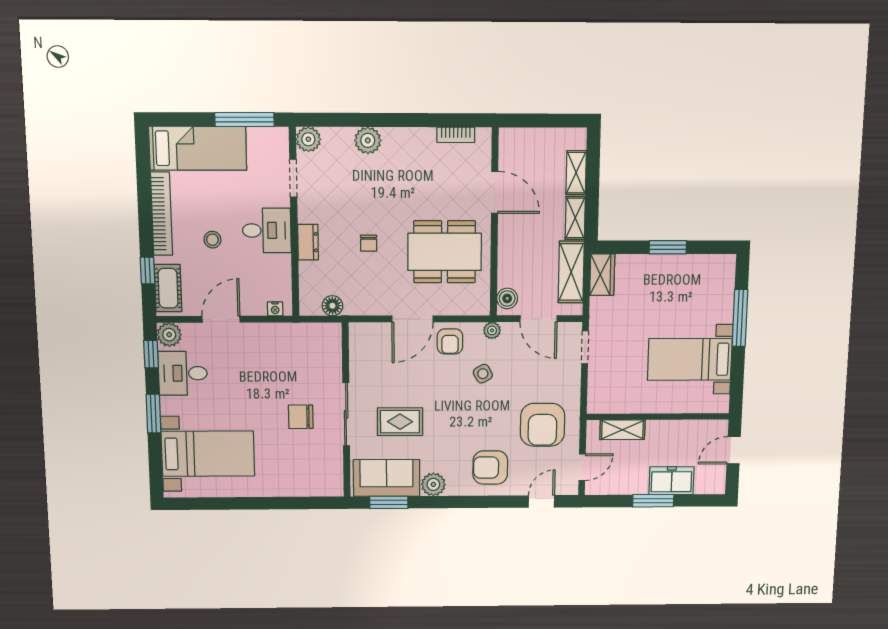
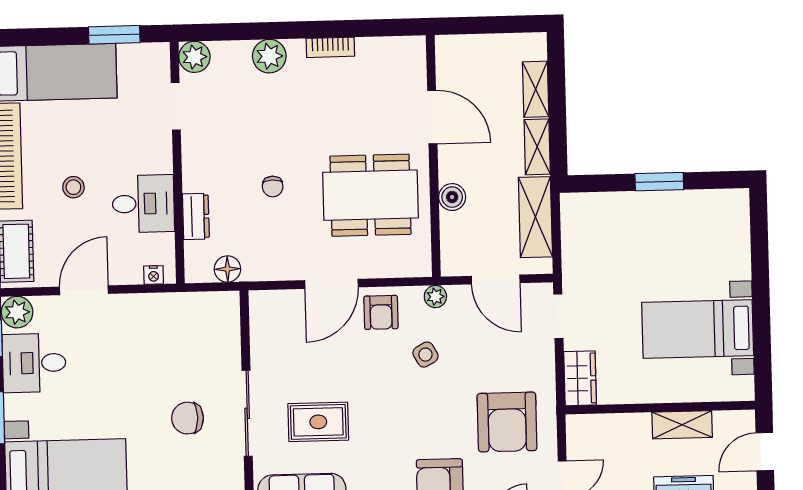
window: (244, 120) -> (114, 35), width x0.69
bookcase: (456, 135) -> (330, 47), moved
desk: (267, 230) -> (143, 204), moved
dresser: (308, 242) -> (196, 216), moved
wardrobe: (602, 275) -> (580, 378), moved
boiler: (507, 298) -> (452, 197), moved
window: (740, 318) -> (760, 272), removed
shelving: (622, 430) -> (682, 425), moved

